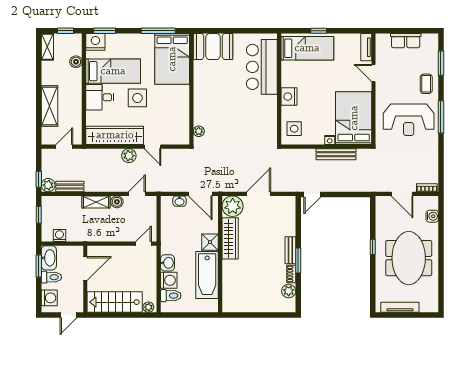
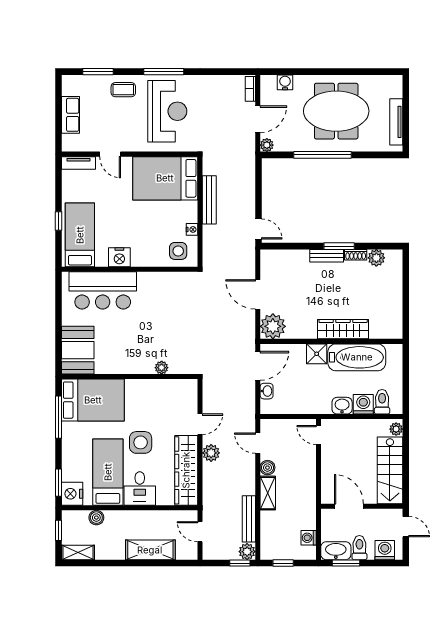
door: (373, 73) -> (110, 154), hinge flipped
nightstand: (289, 97) -> (119, 257), moved
plant: (199, 131) -> (162, 368), moved
nightstand: (330, 140) -> (192, 229), moved
bench: (70, 187) -> (249, 519), width x1.36
plant: (381, 201) -> (267, 145), added
wardrobe: (230, 238) -> (343, 329), moved
window: (373, 247) -> (323, 155), width x3.17

